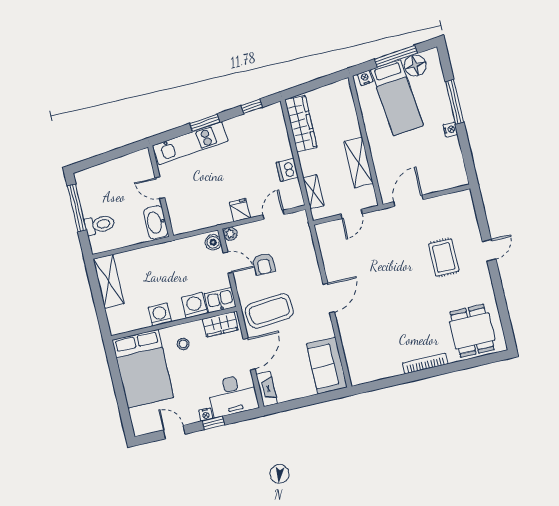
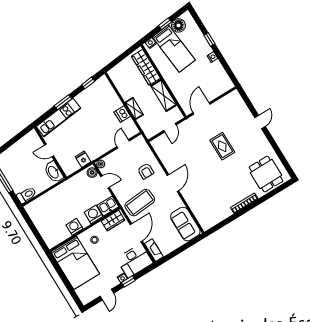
window: (396, 56) -> (165, 24), width x0.46
window: (455, 102) -> (209, 39), width x0.46
wardrobe: (301, 124) -> (146, 67), moved, turned 180
shelving: (313, 192) -> (134, 109), moved
fridge: (240, 210) -> (83, 159), moved
toilet: (100, 225) -> (27, 195), moved
rug: (444, 257) -> (222, 146), moved
armchair: (264, 264) -> (146, 171), moved
shelving: (109, 281) -> (37, 217), removed
door: (174, 432) -> (107, 295), swing flipped

